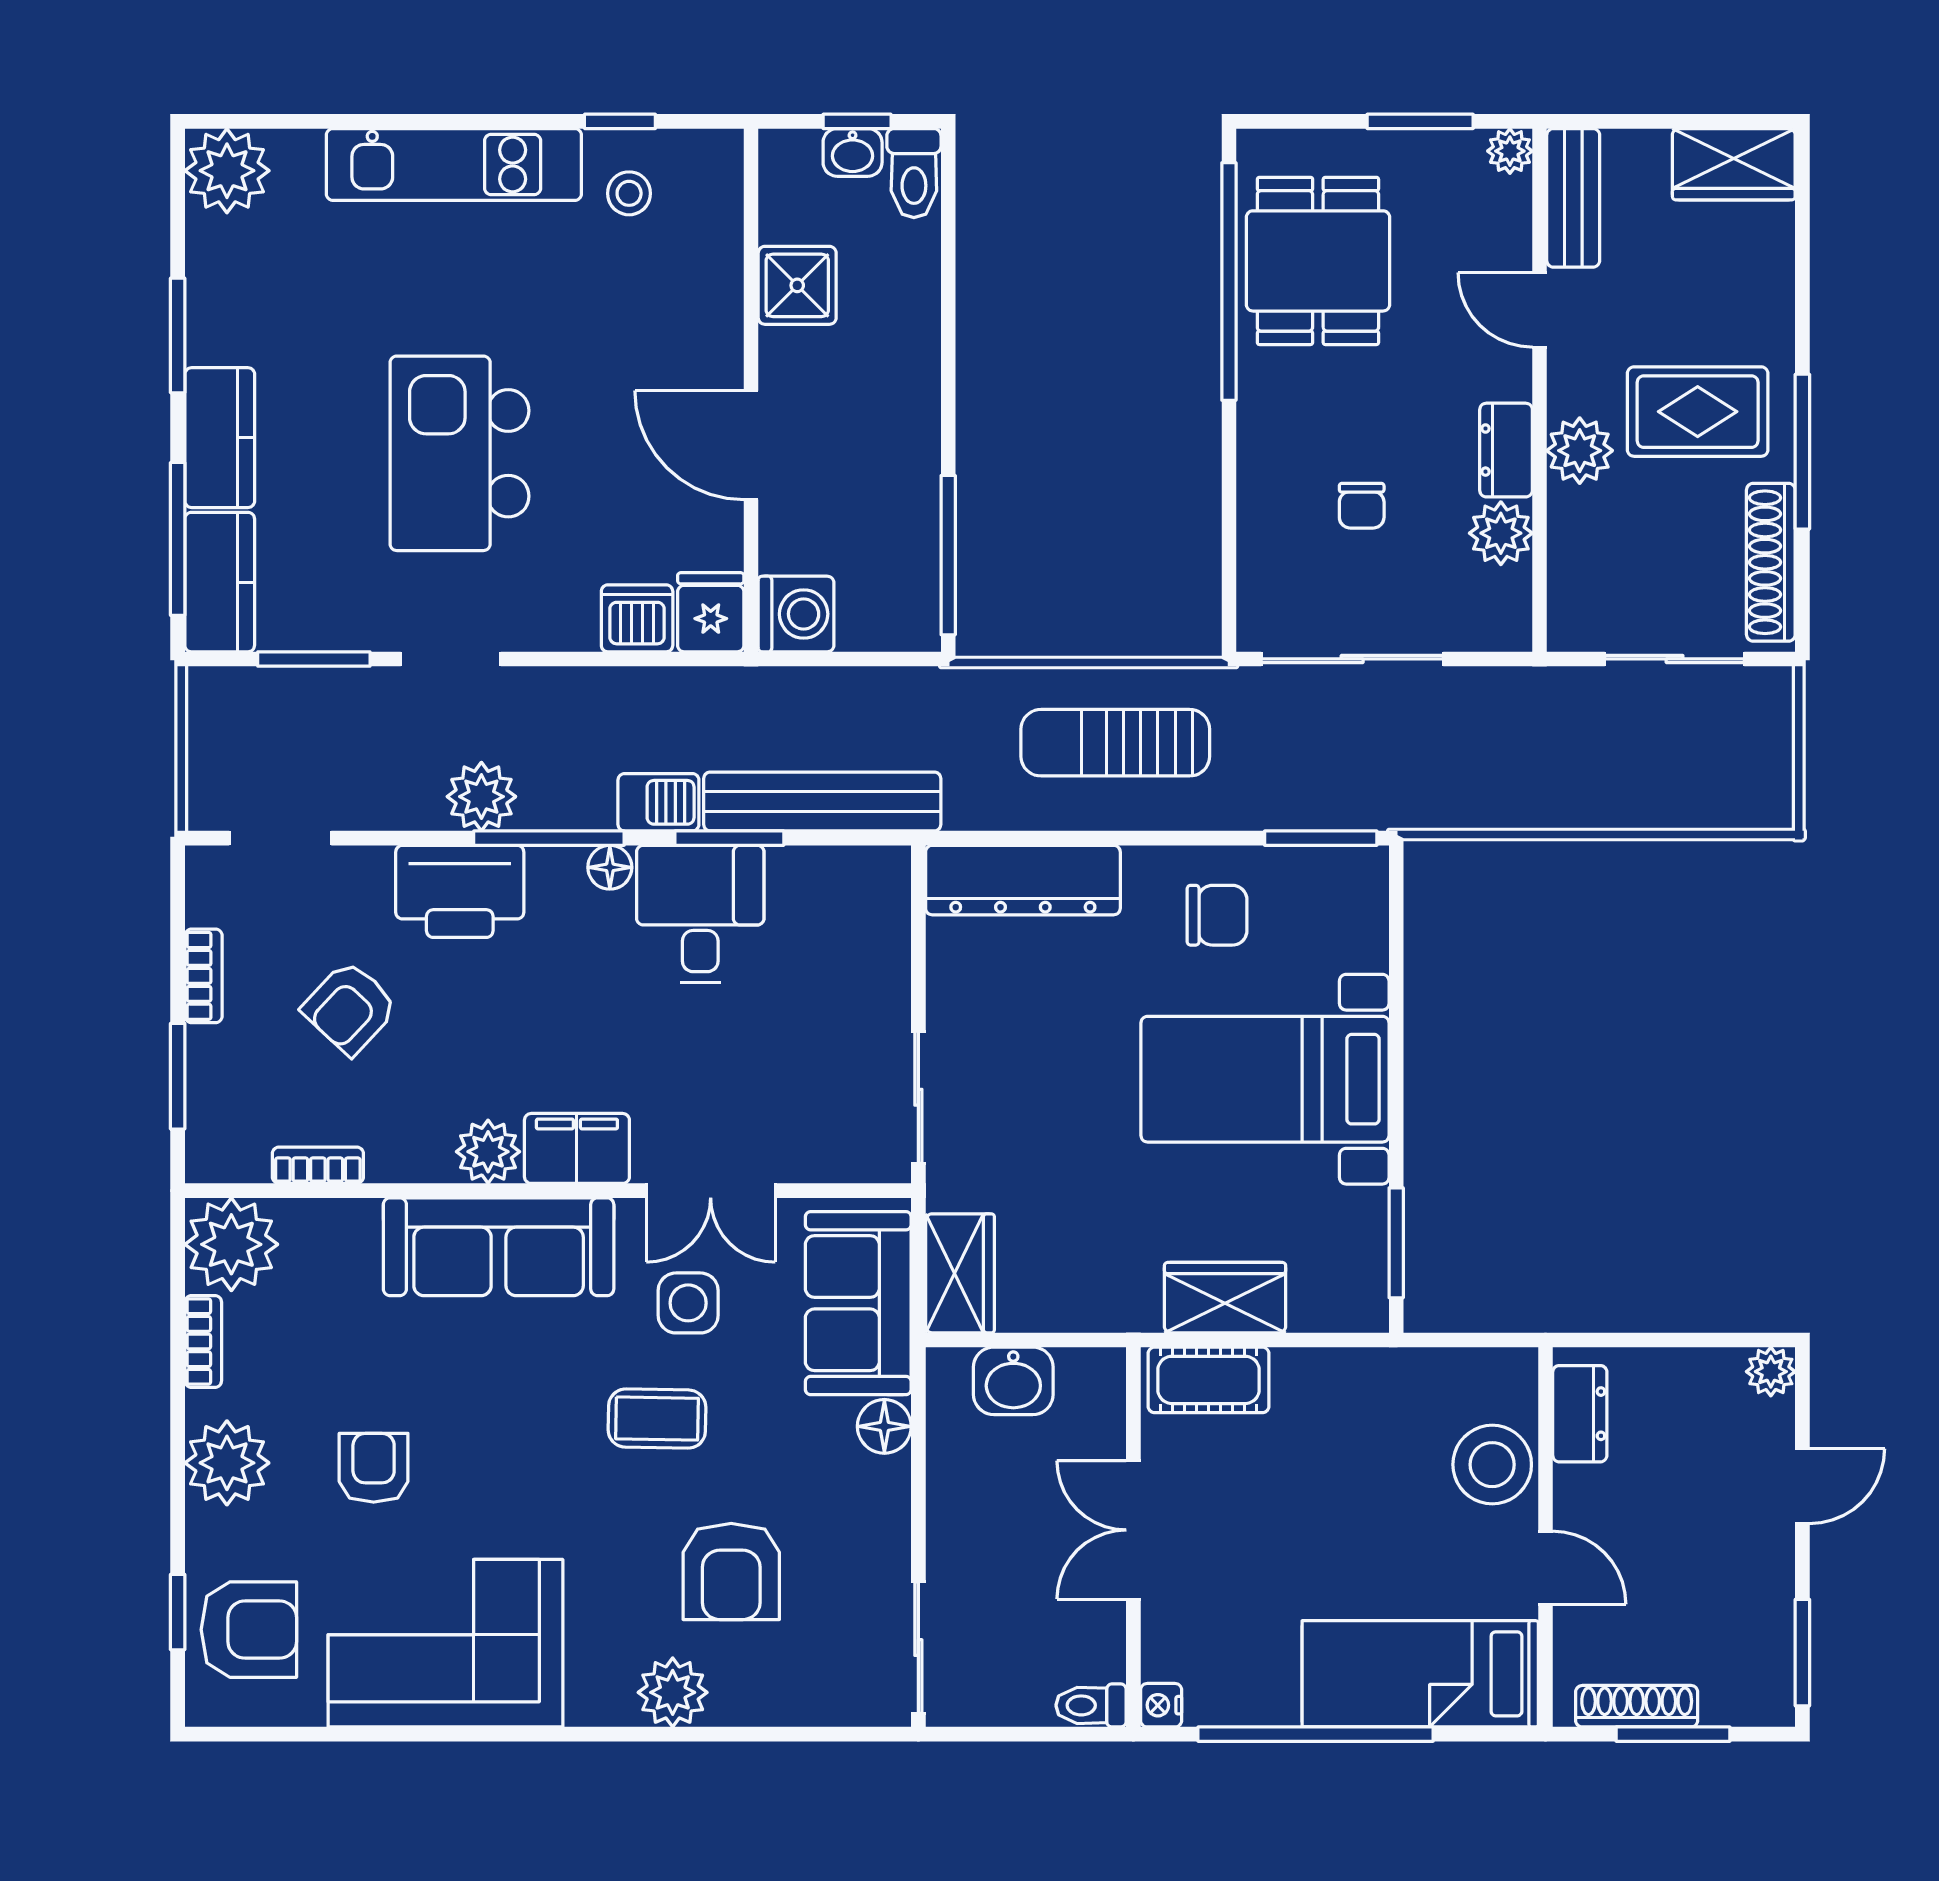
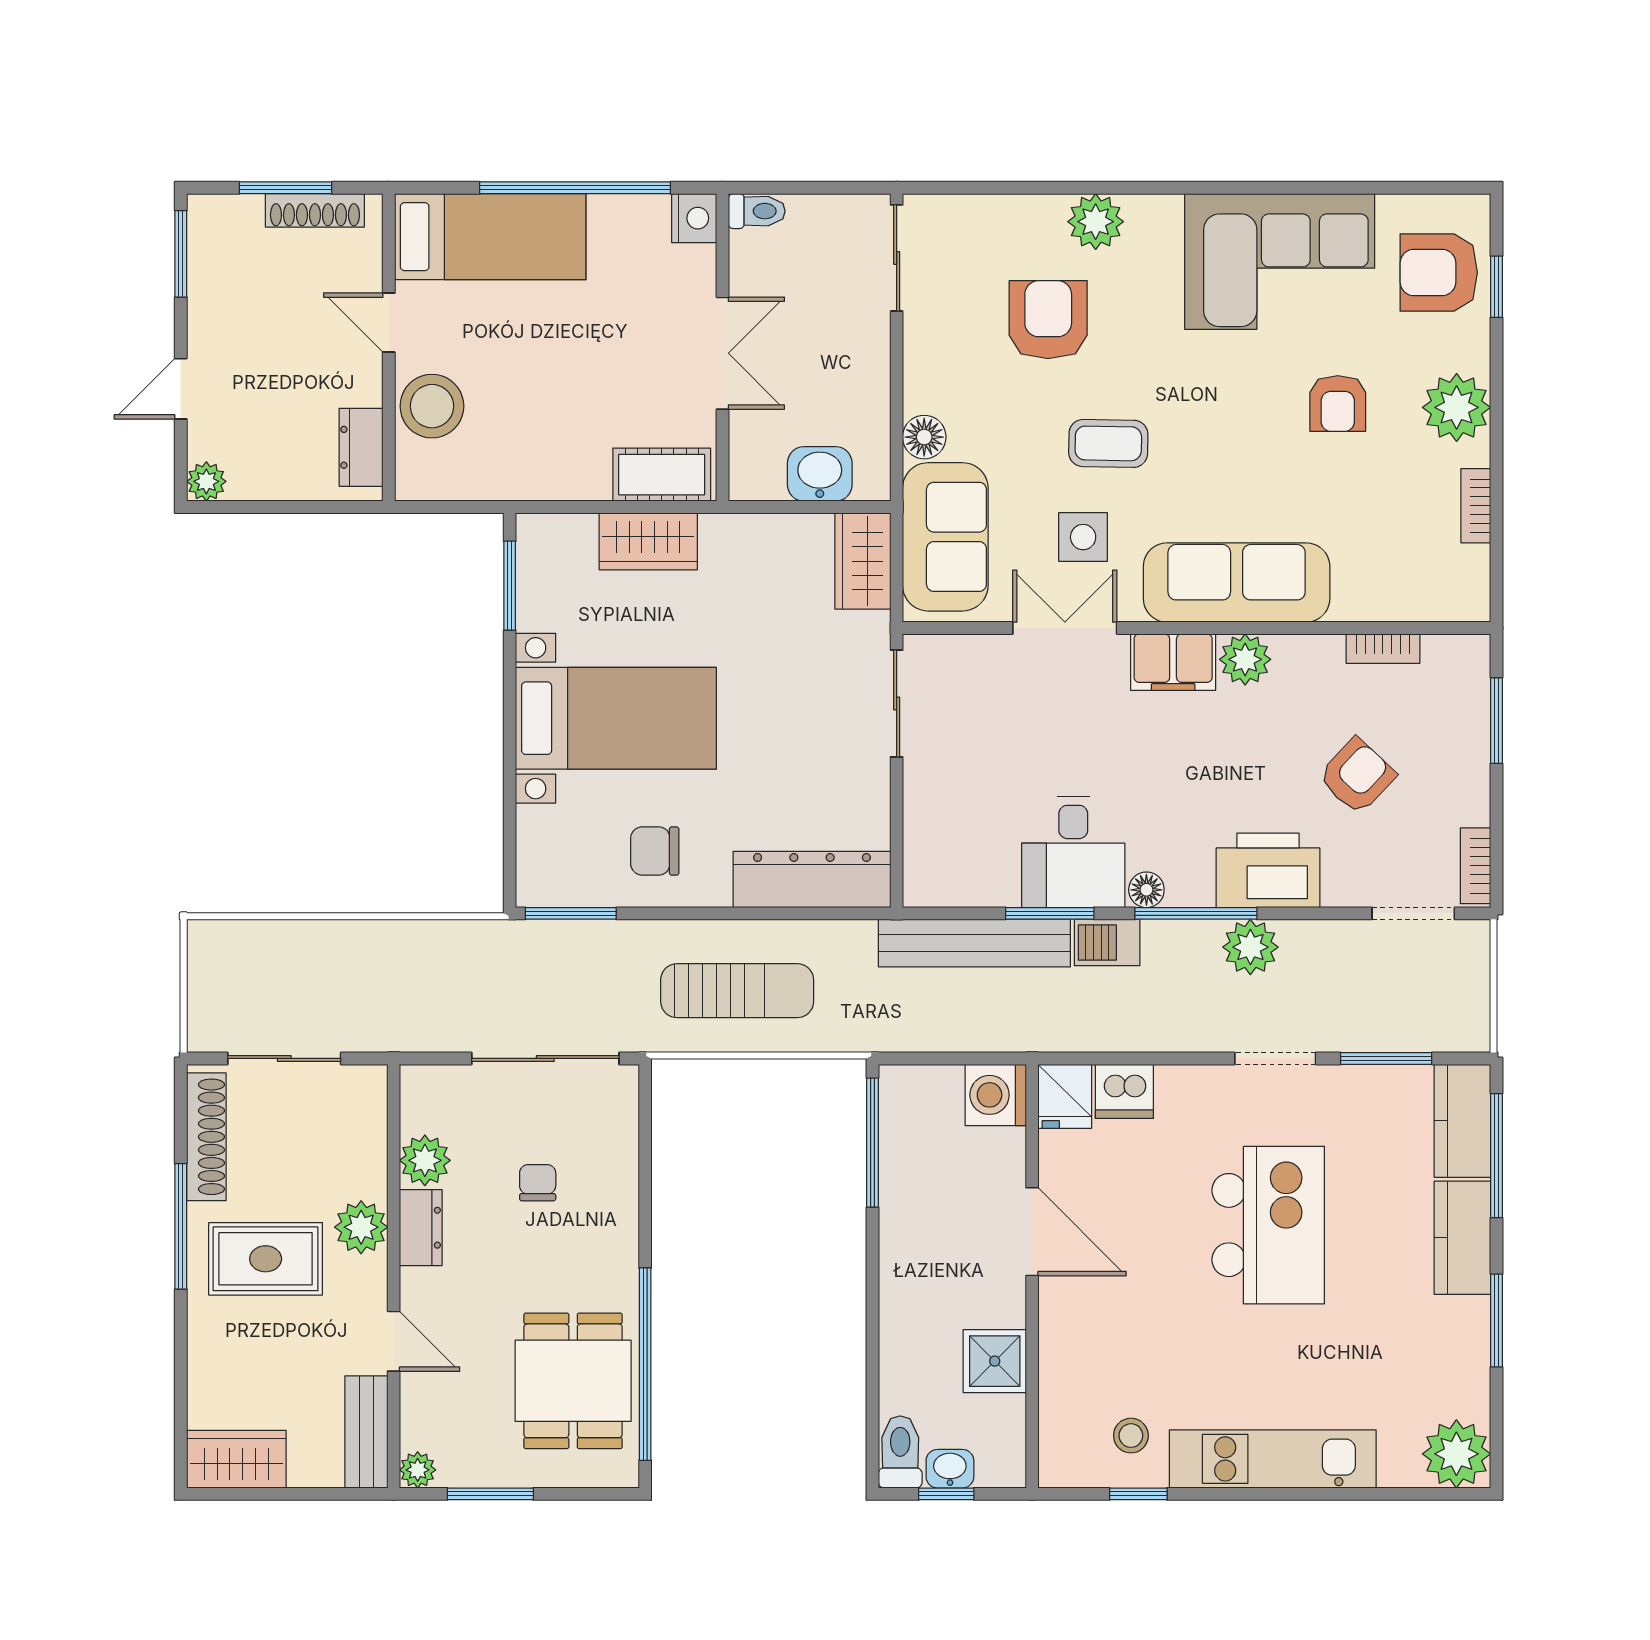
bookcase: (204, 976) -> (1476, 866), moved
plant: (231, 1244) -> (1453, 585), removed
nightstand: (1161, 1705) -> (694, 218), width x1.39, depth x1.35

